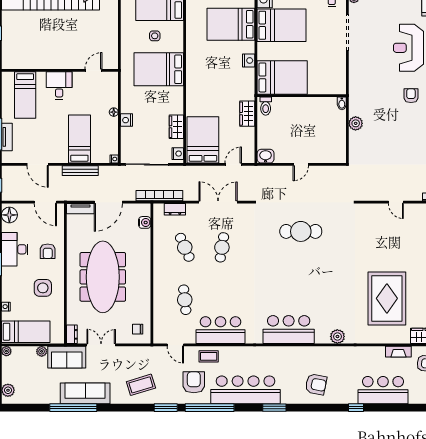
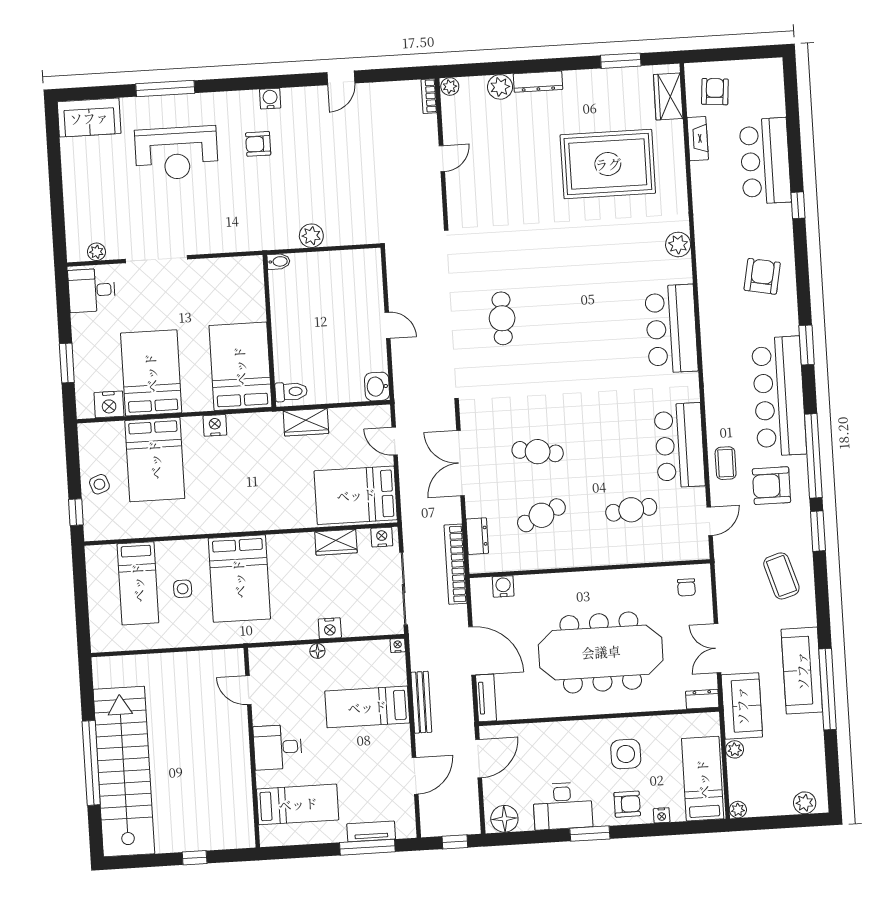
cafe table: (301, 231) -> (502, 318), width x0.73, depth x0.74
armchair: (48, 251) -> (627, 804), moved

